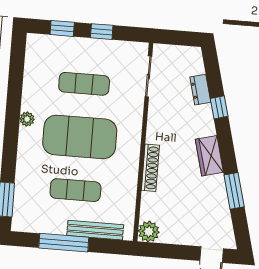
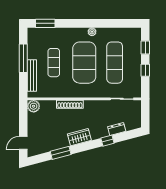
exercise mat: (84, 84) -> (115, 63), width x1.36, depth x1.45

